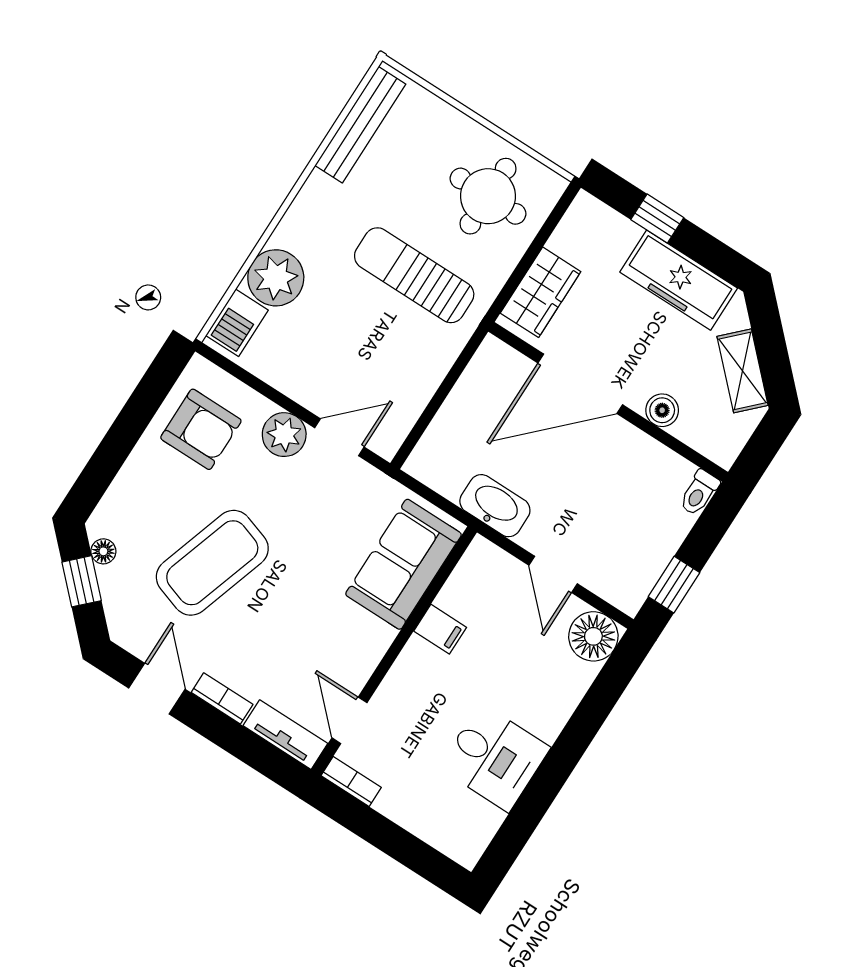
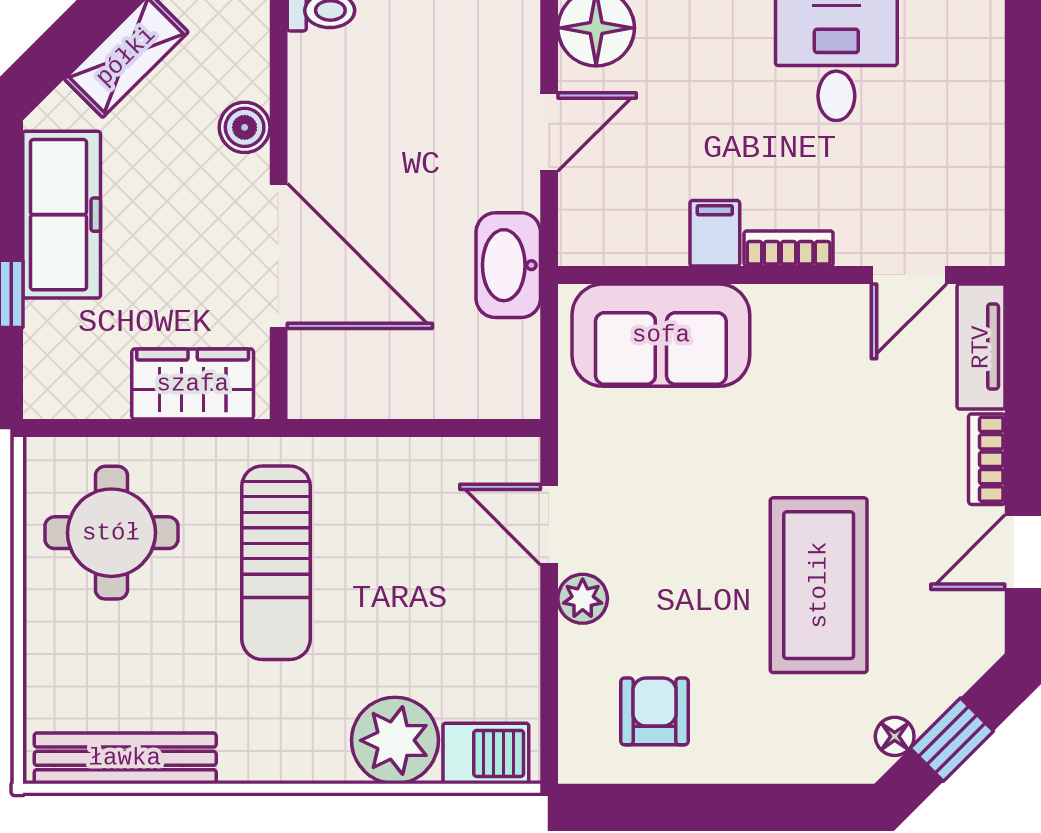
armchair: (201, 429) -> (655, 711), width x0.72, depth x0.72
plant: (284, 435) -> (583, 599), width x0.73, depth x0.73
coffee table: (212, 563) -> (819, 585), turned 72
bookcase: (351, 782) -> (789, 249), moved, turned 90

